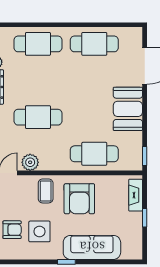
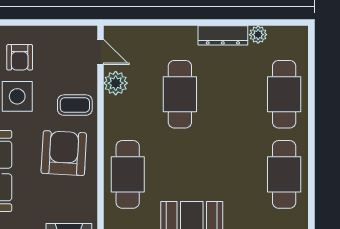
armchair: (79, 199) -> (64, 153), turned 93

